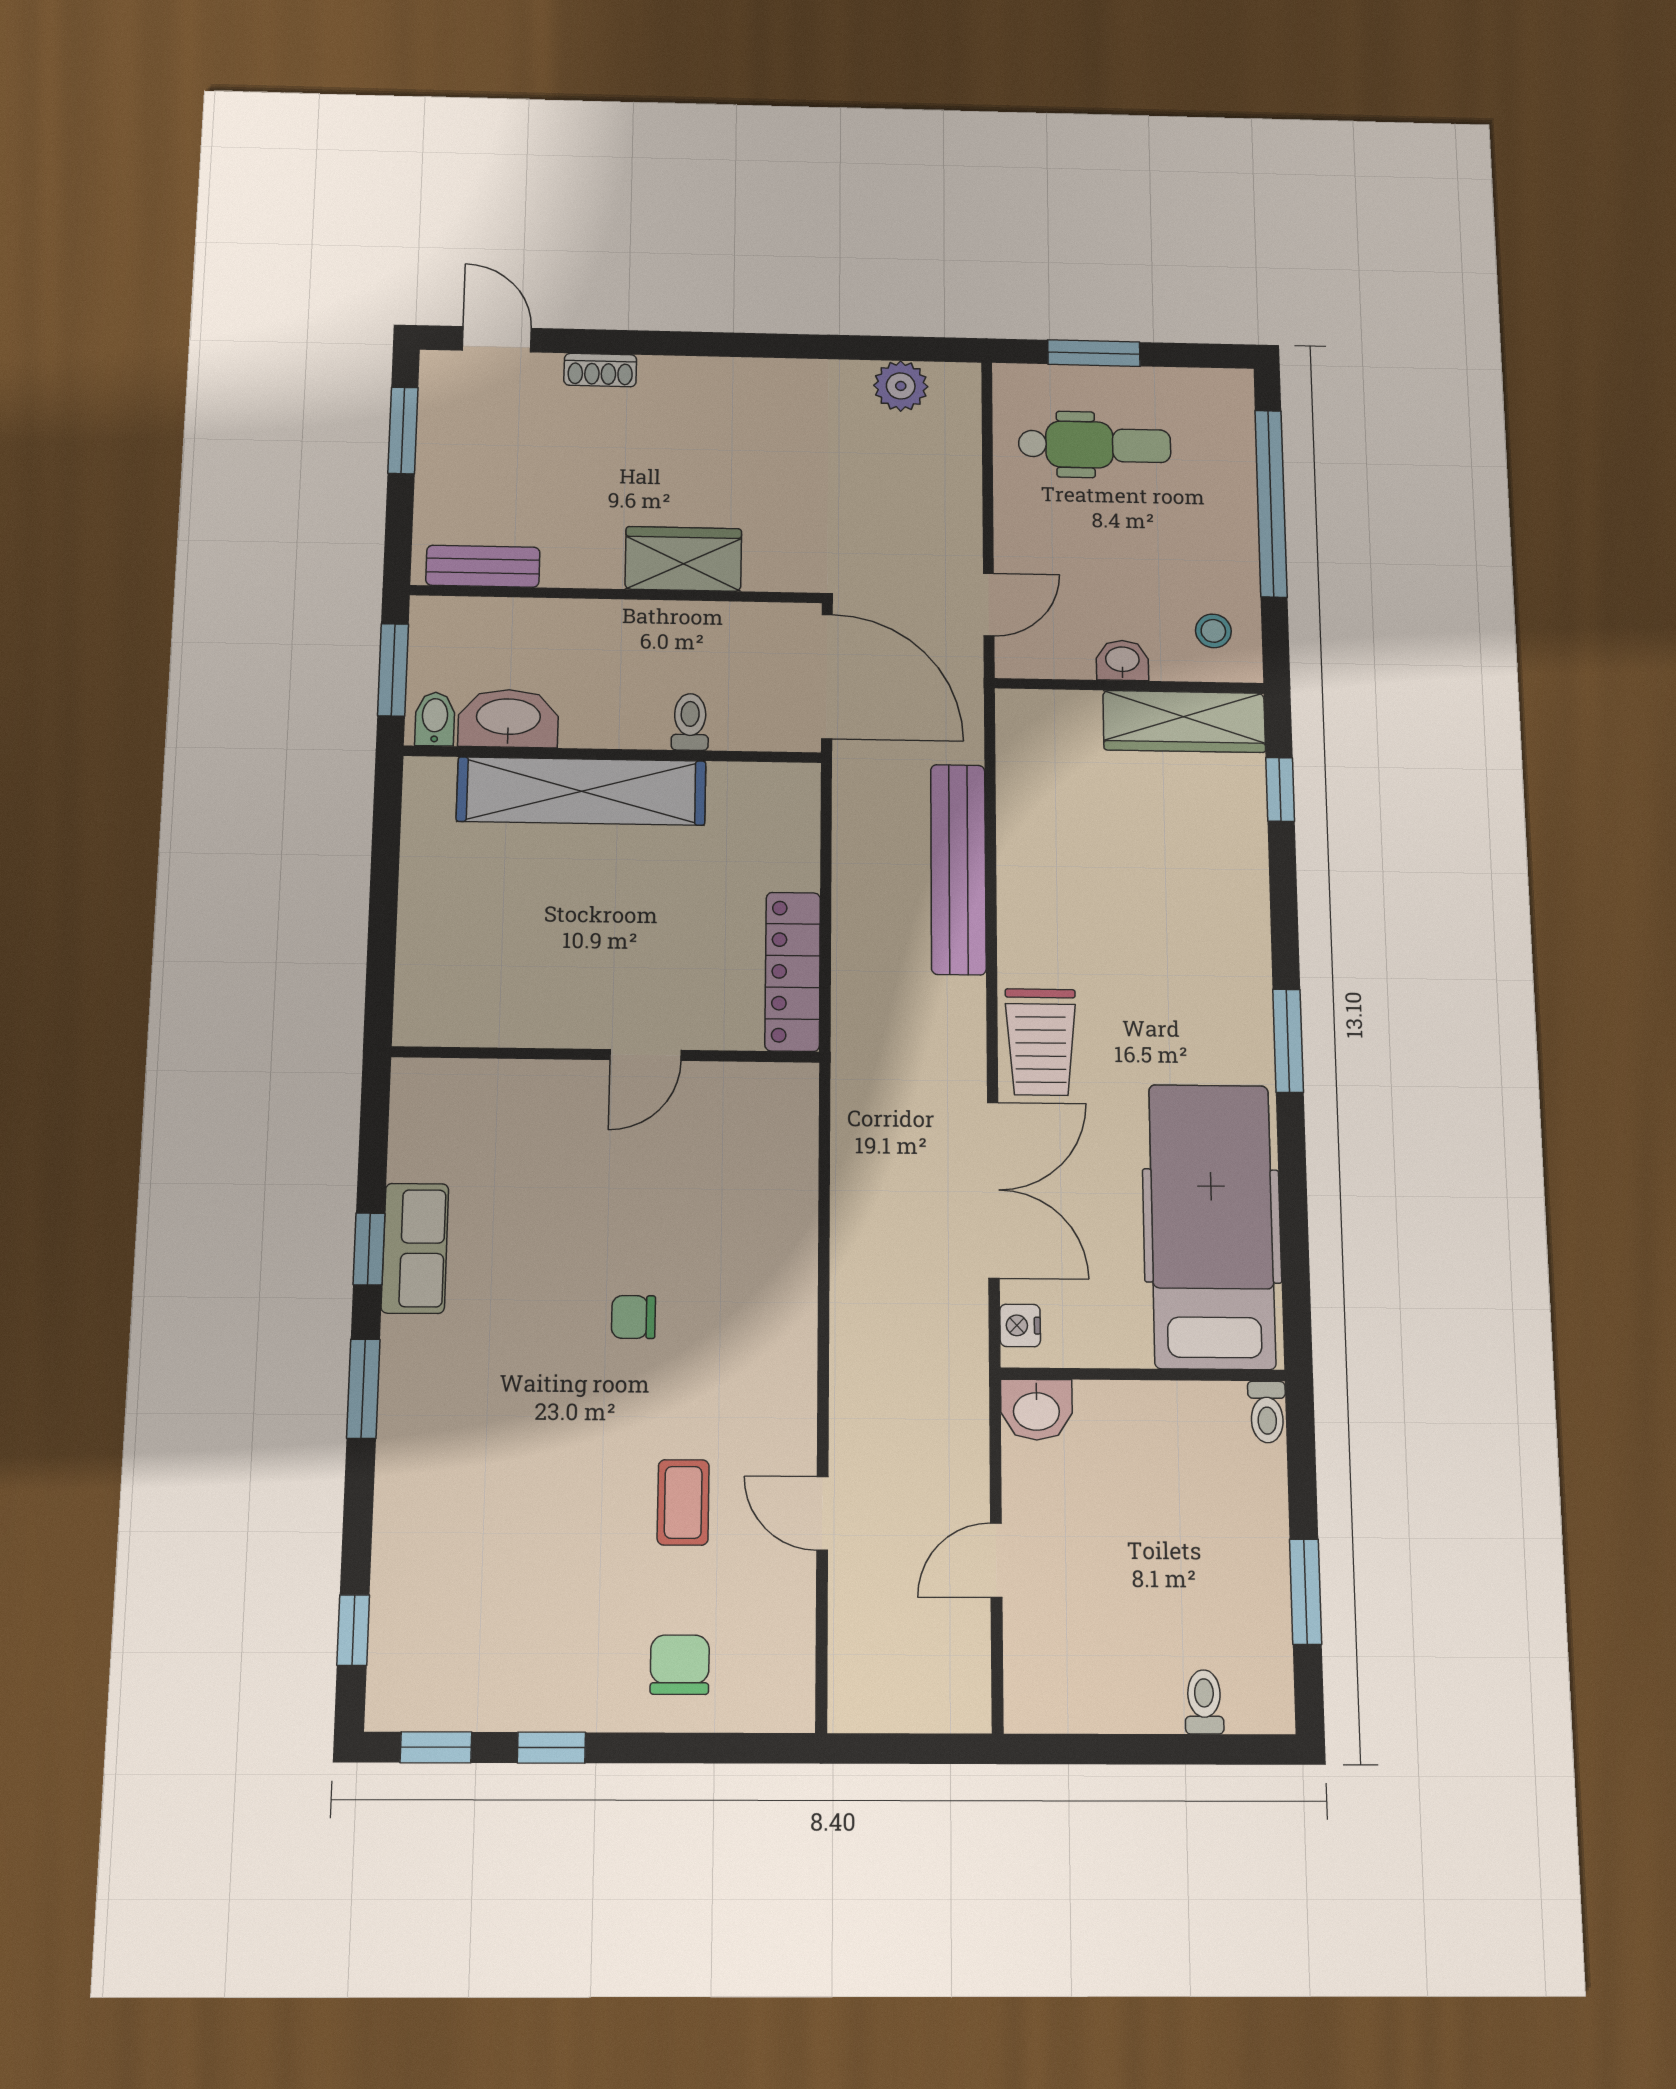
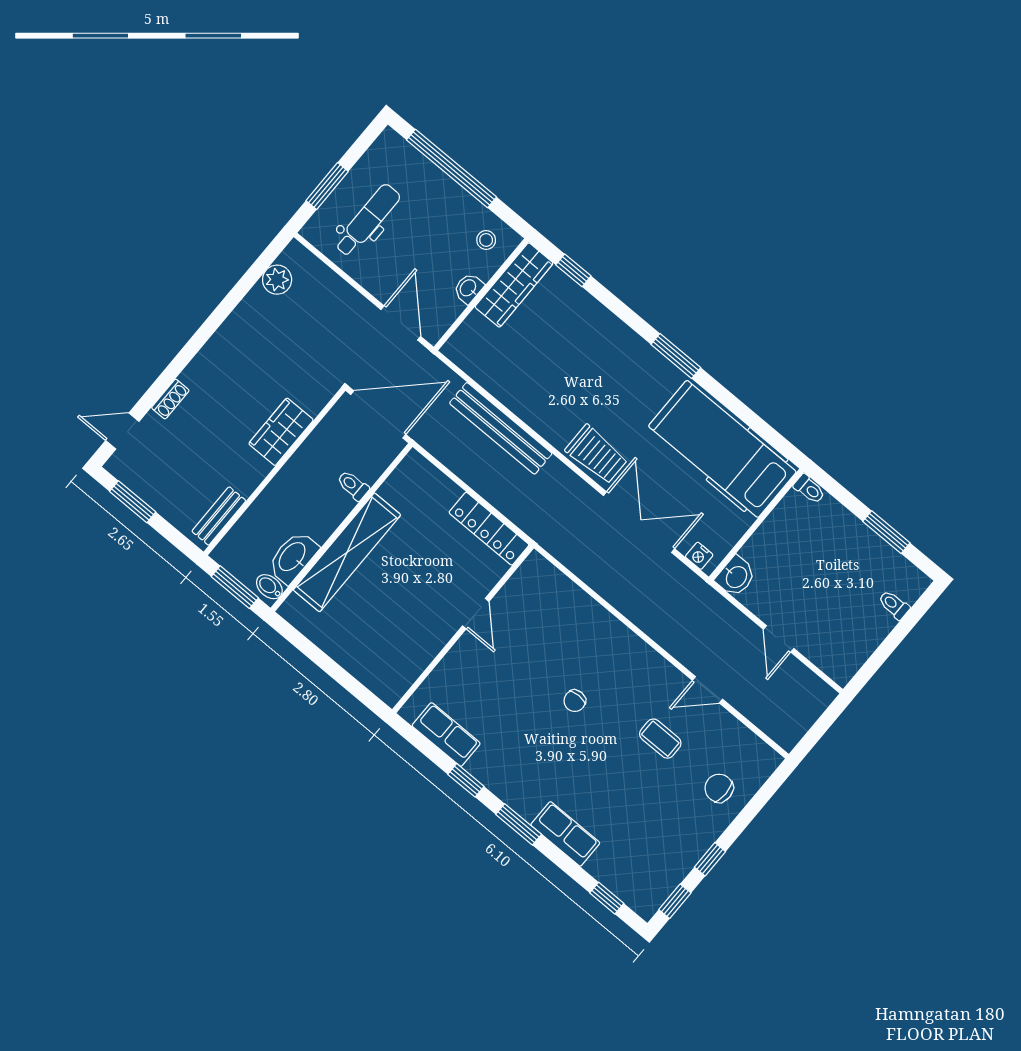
door: (989, 604) -> (401, 323), width x1.38
row of seats: (415, 1248) -> (446, 735), moved
row of seats: (407, 1476) -> (565, 834), added

